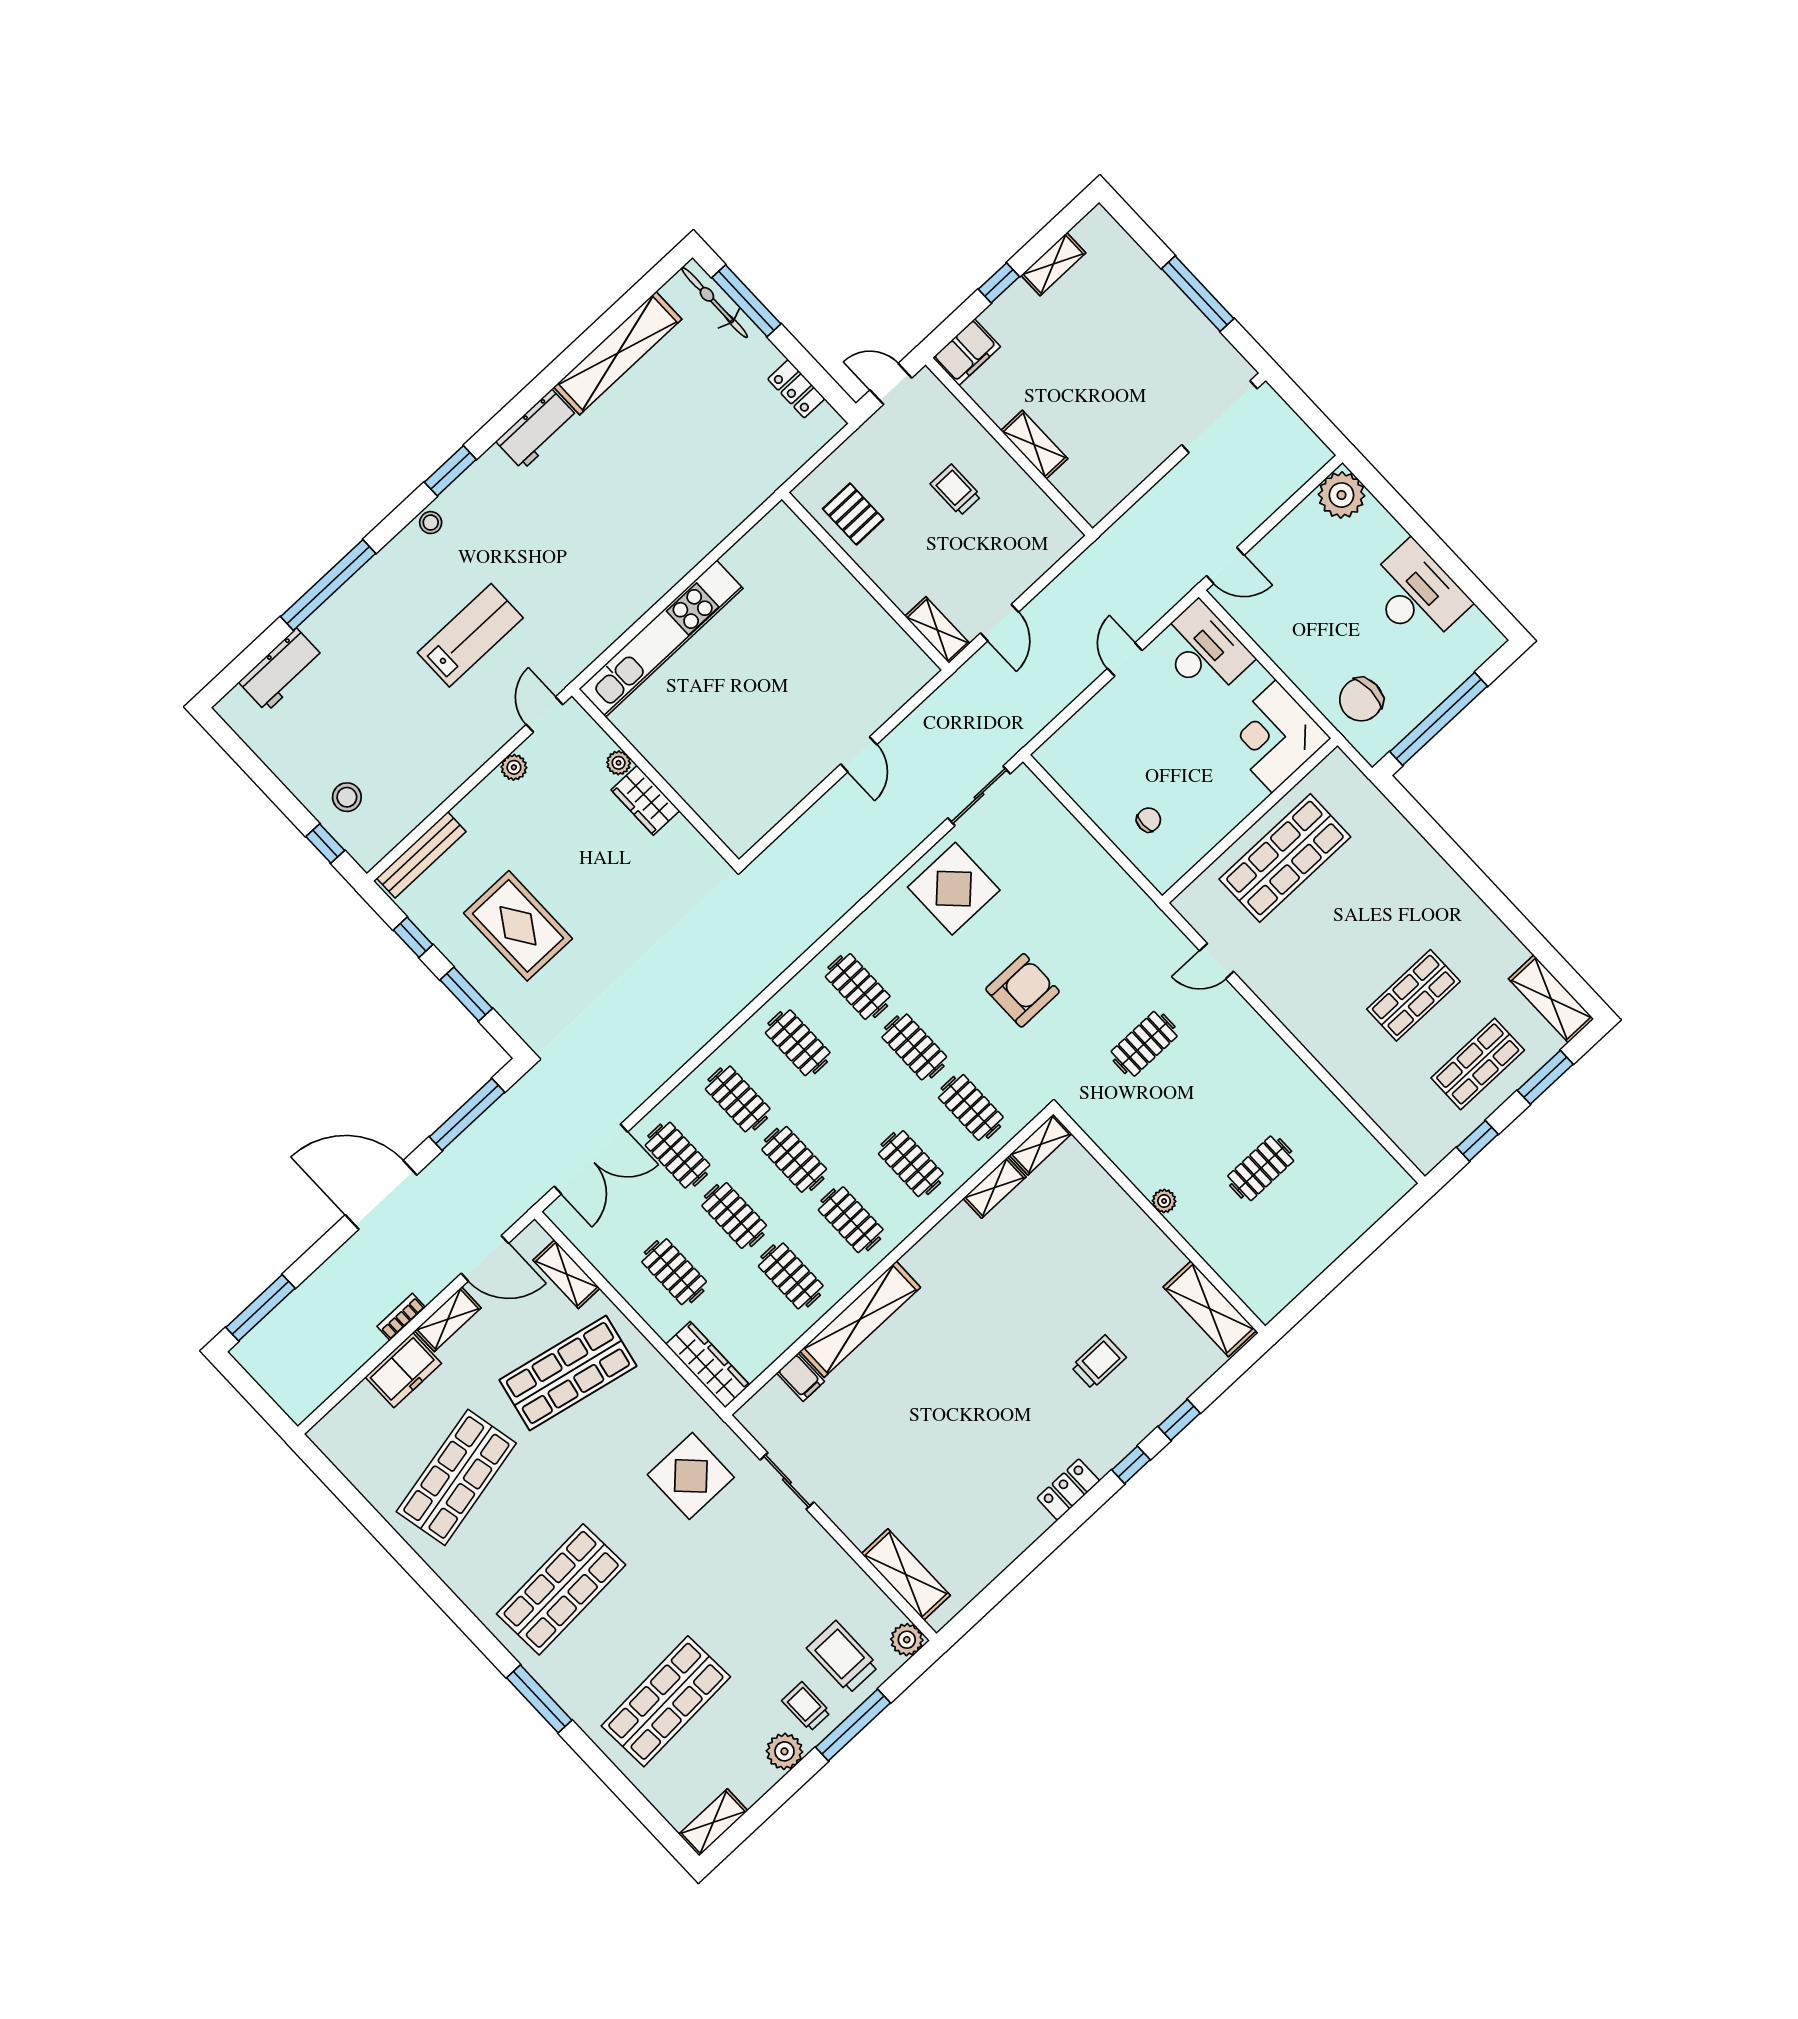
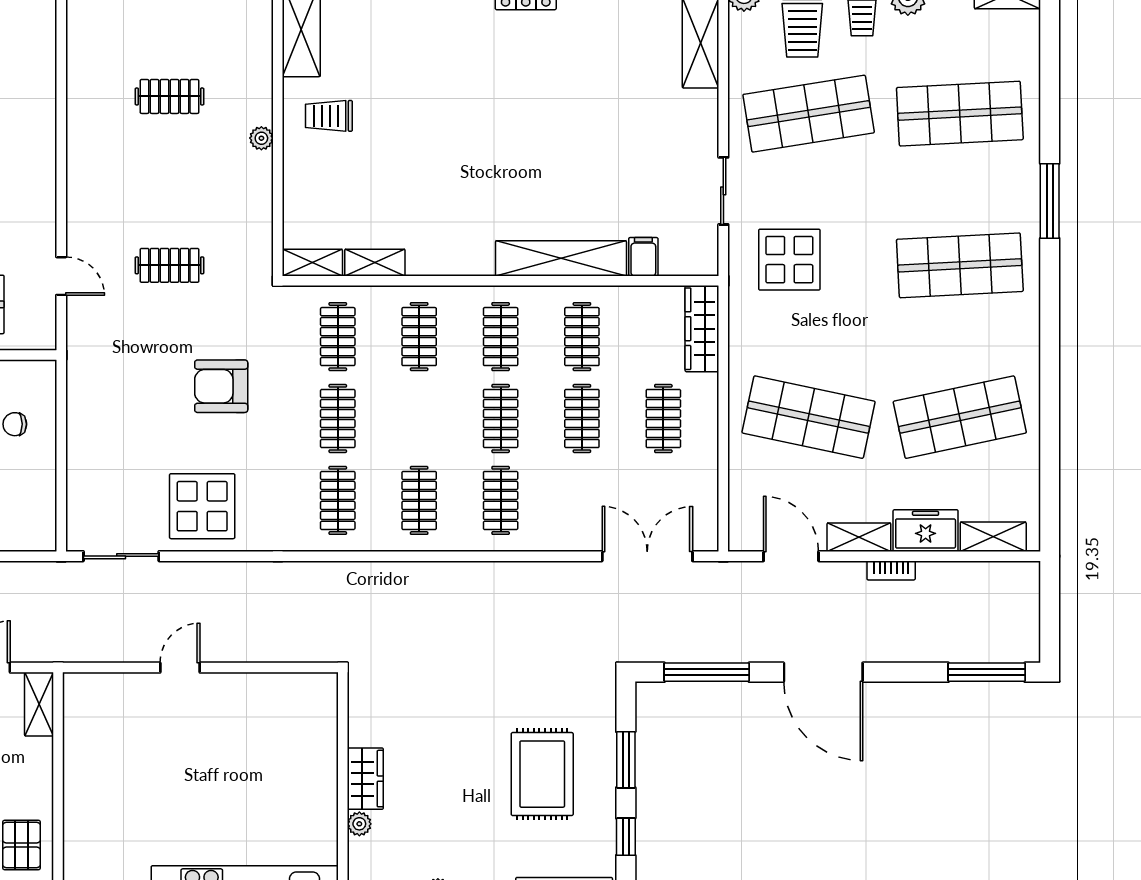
clothes rail: (678, 1155) -> (582, 500), removed
shelving: (567, 1274) -> (993, 537), moved, turned 90
trolley: (1099, 1362) -> (329, 116), moved
shop shelf: (777, 1597) -> (809, 114), added

